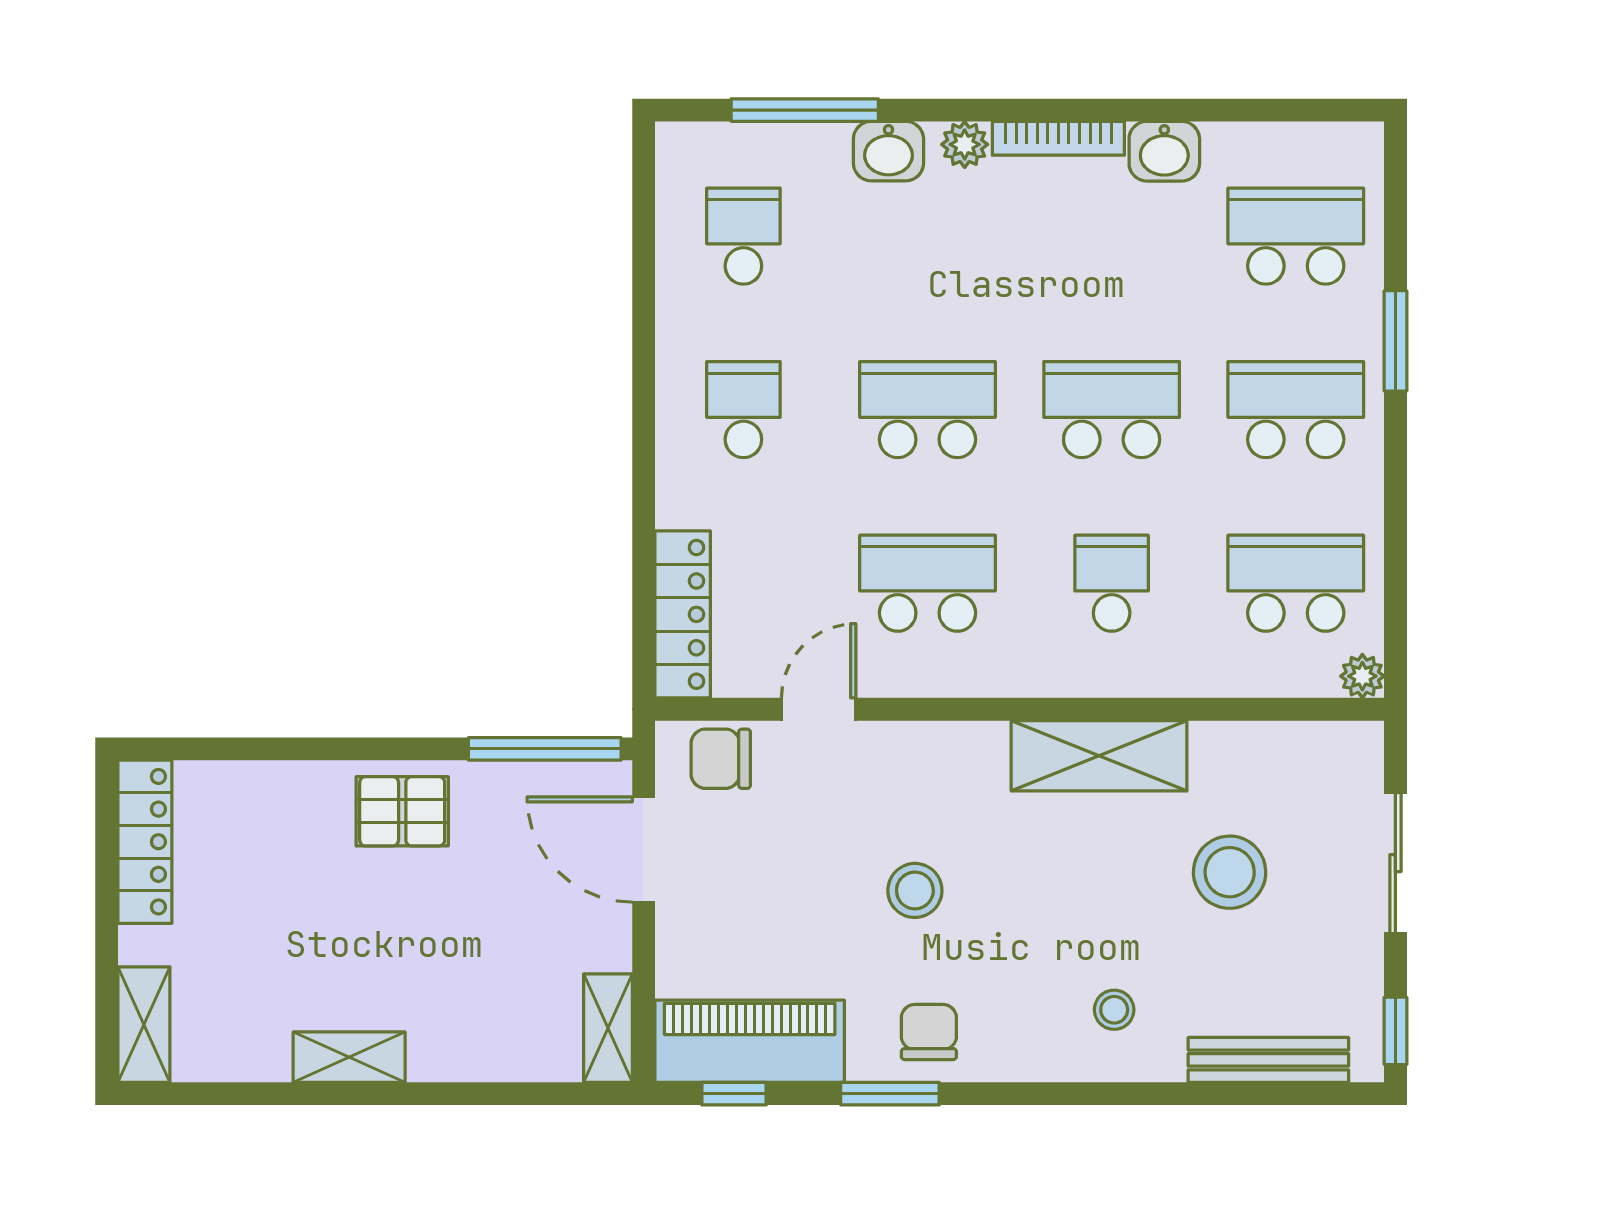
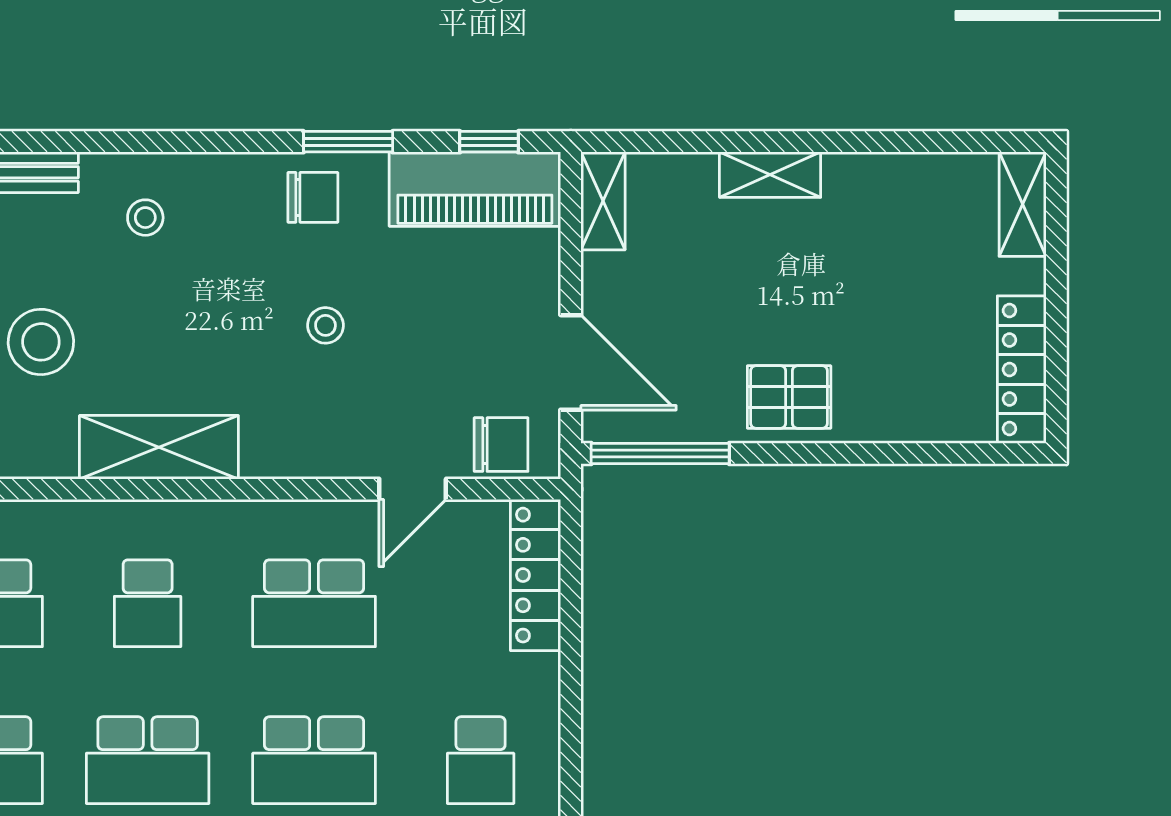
stool: (915, 890) -> (325, 325), width x0.73, depth x0.73
chair: (929, 1032) -> (313, 197), turned -90
shelving: (349, 1057) -> (770, 175), moved

